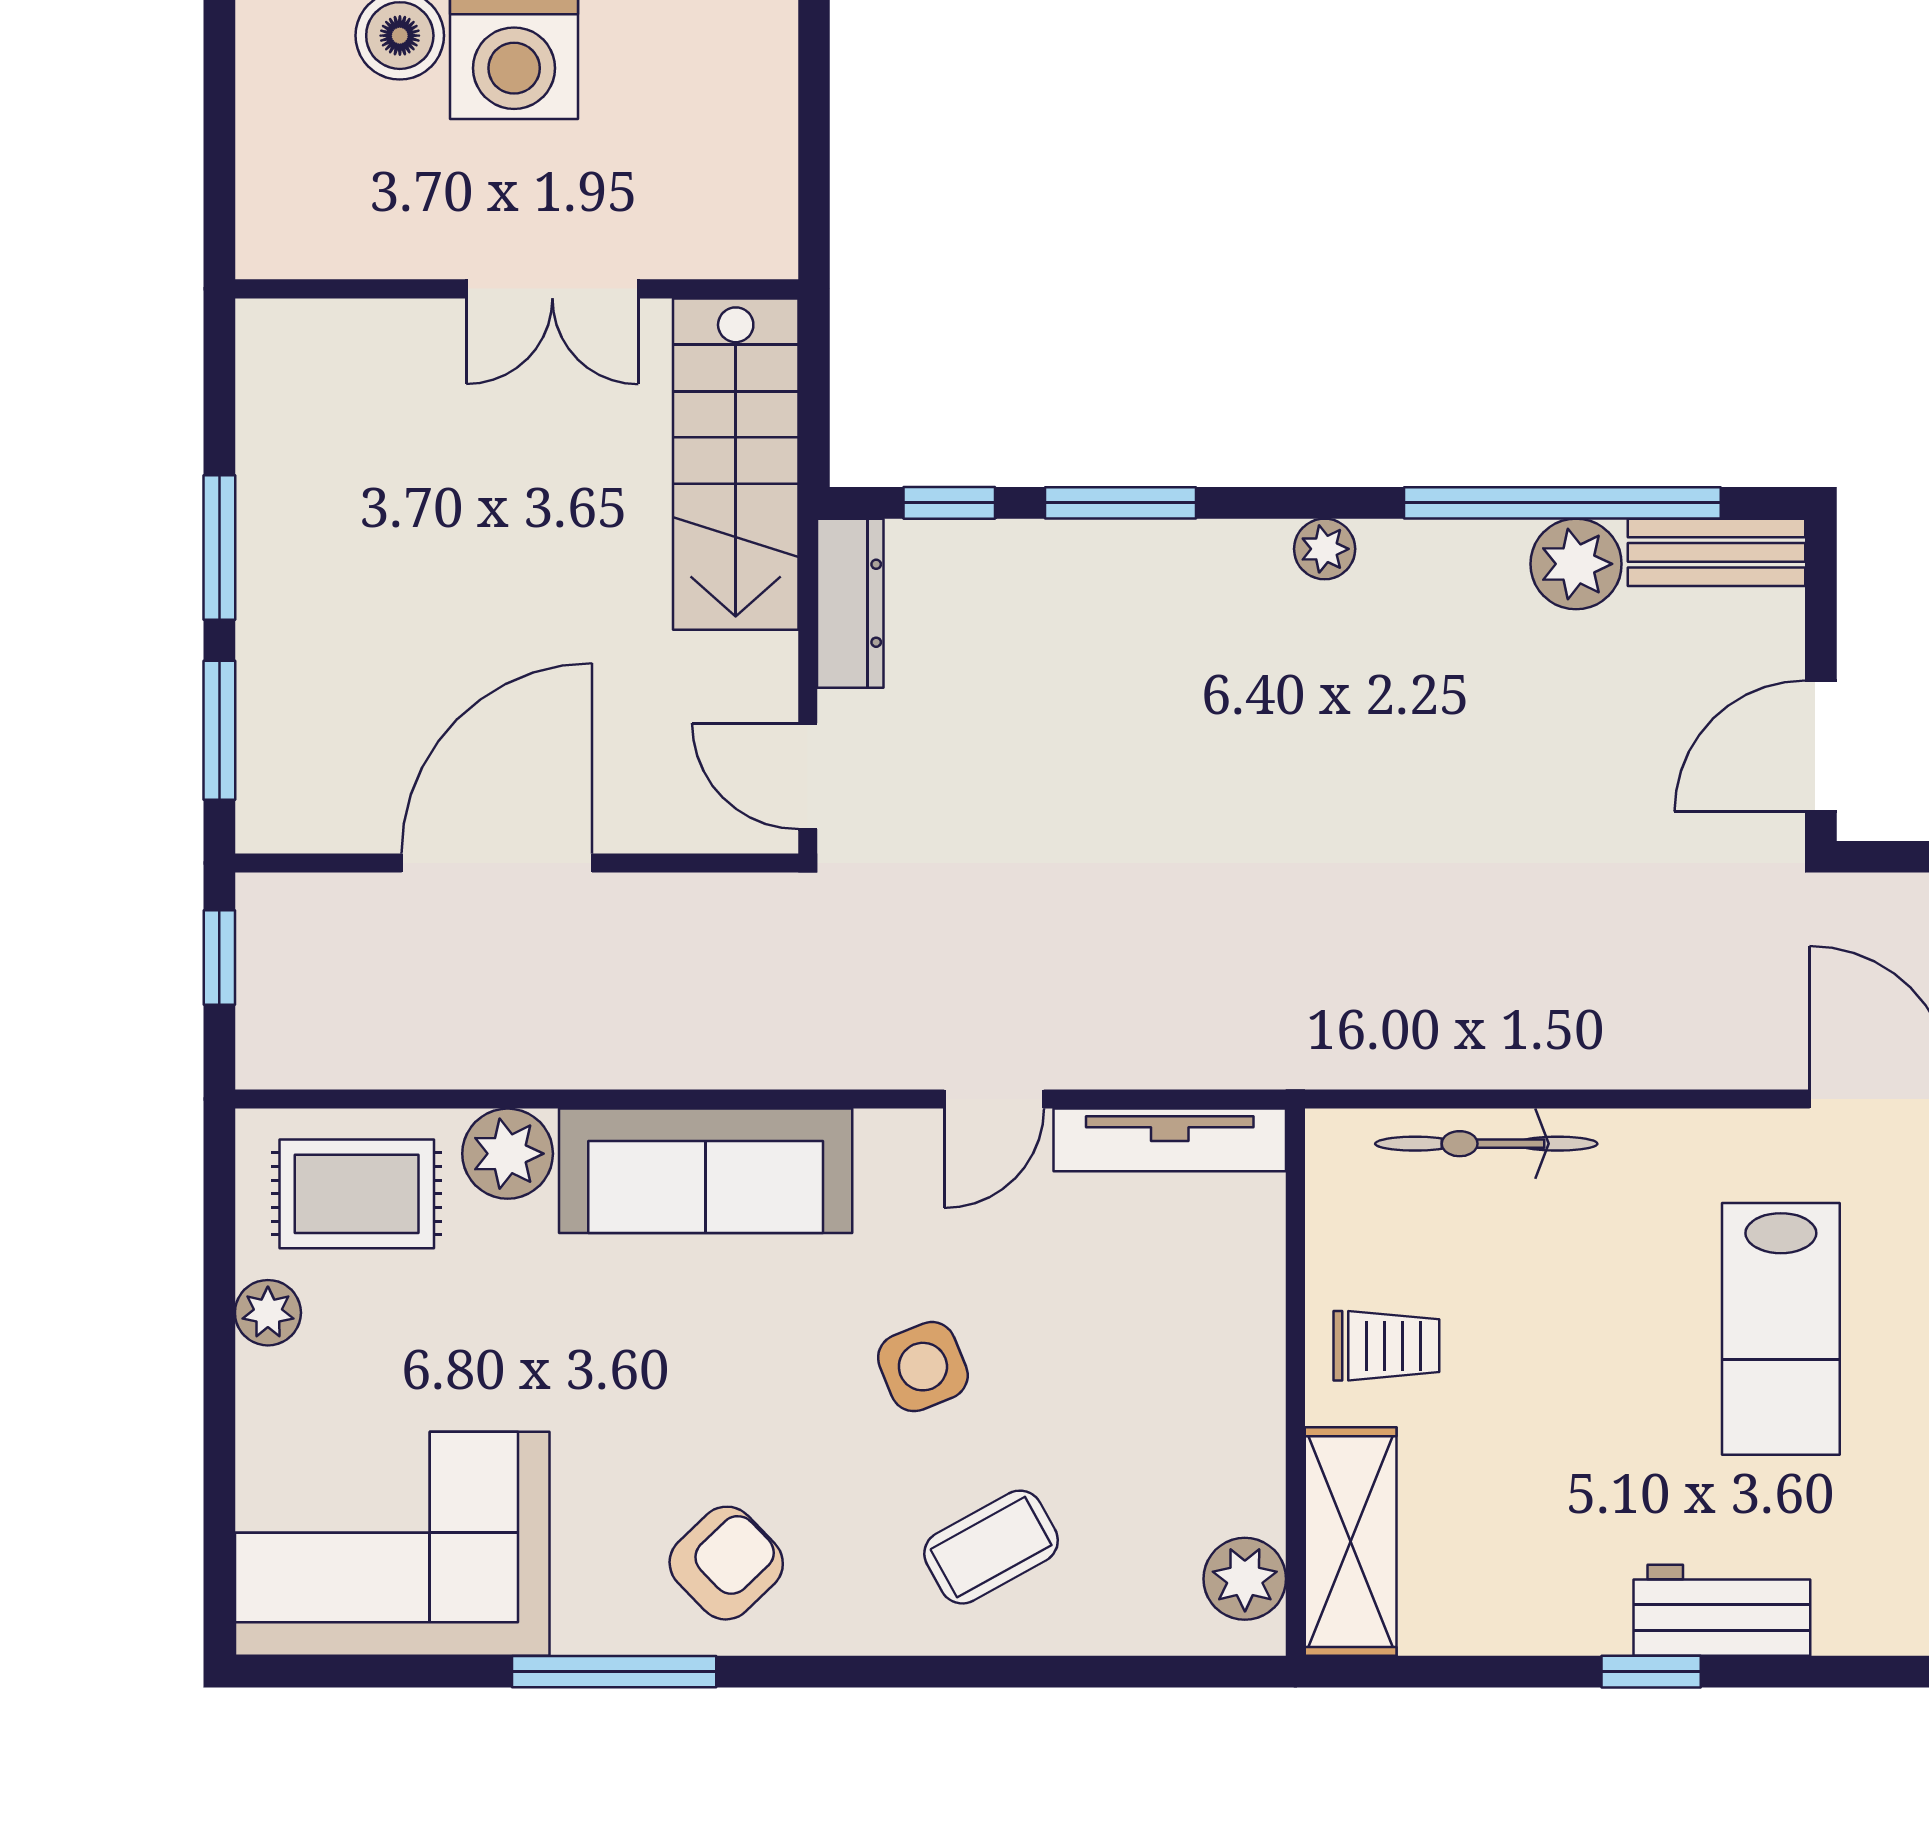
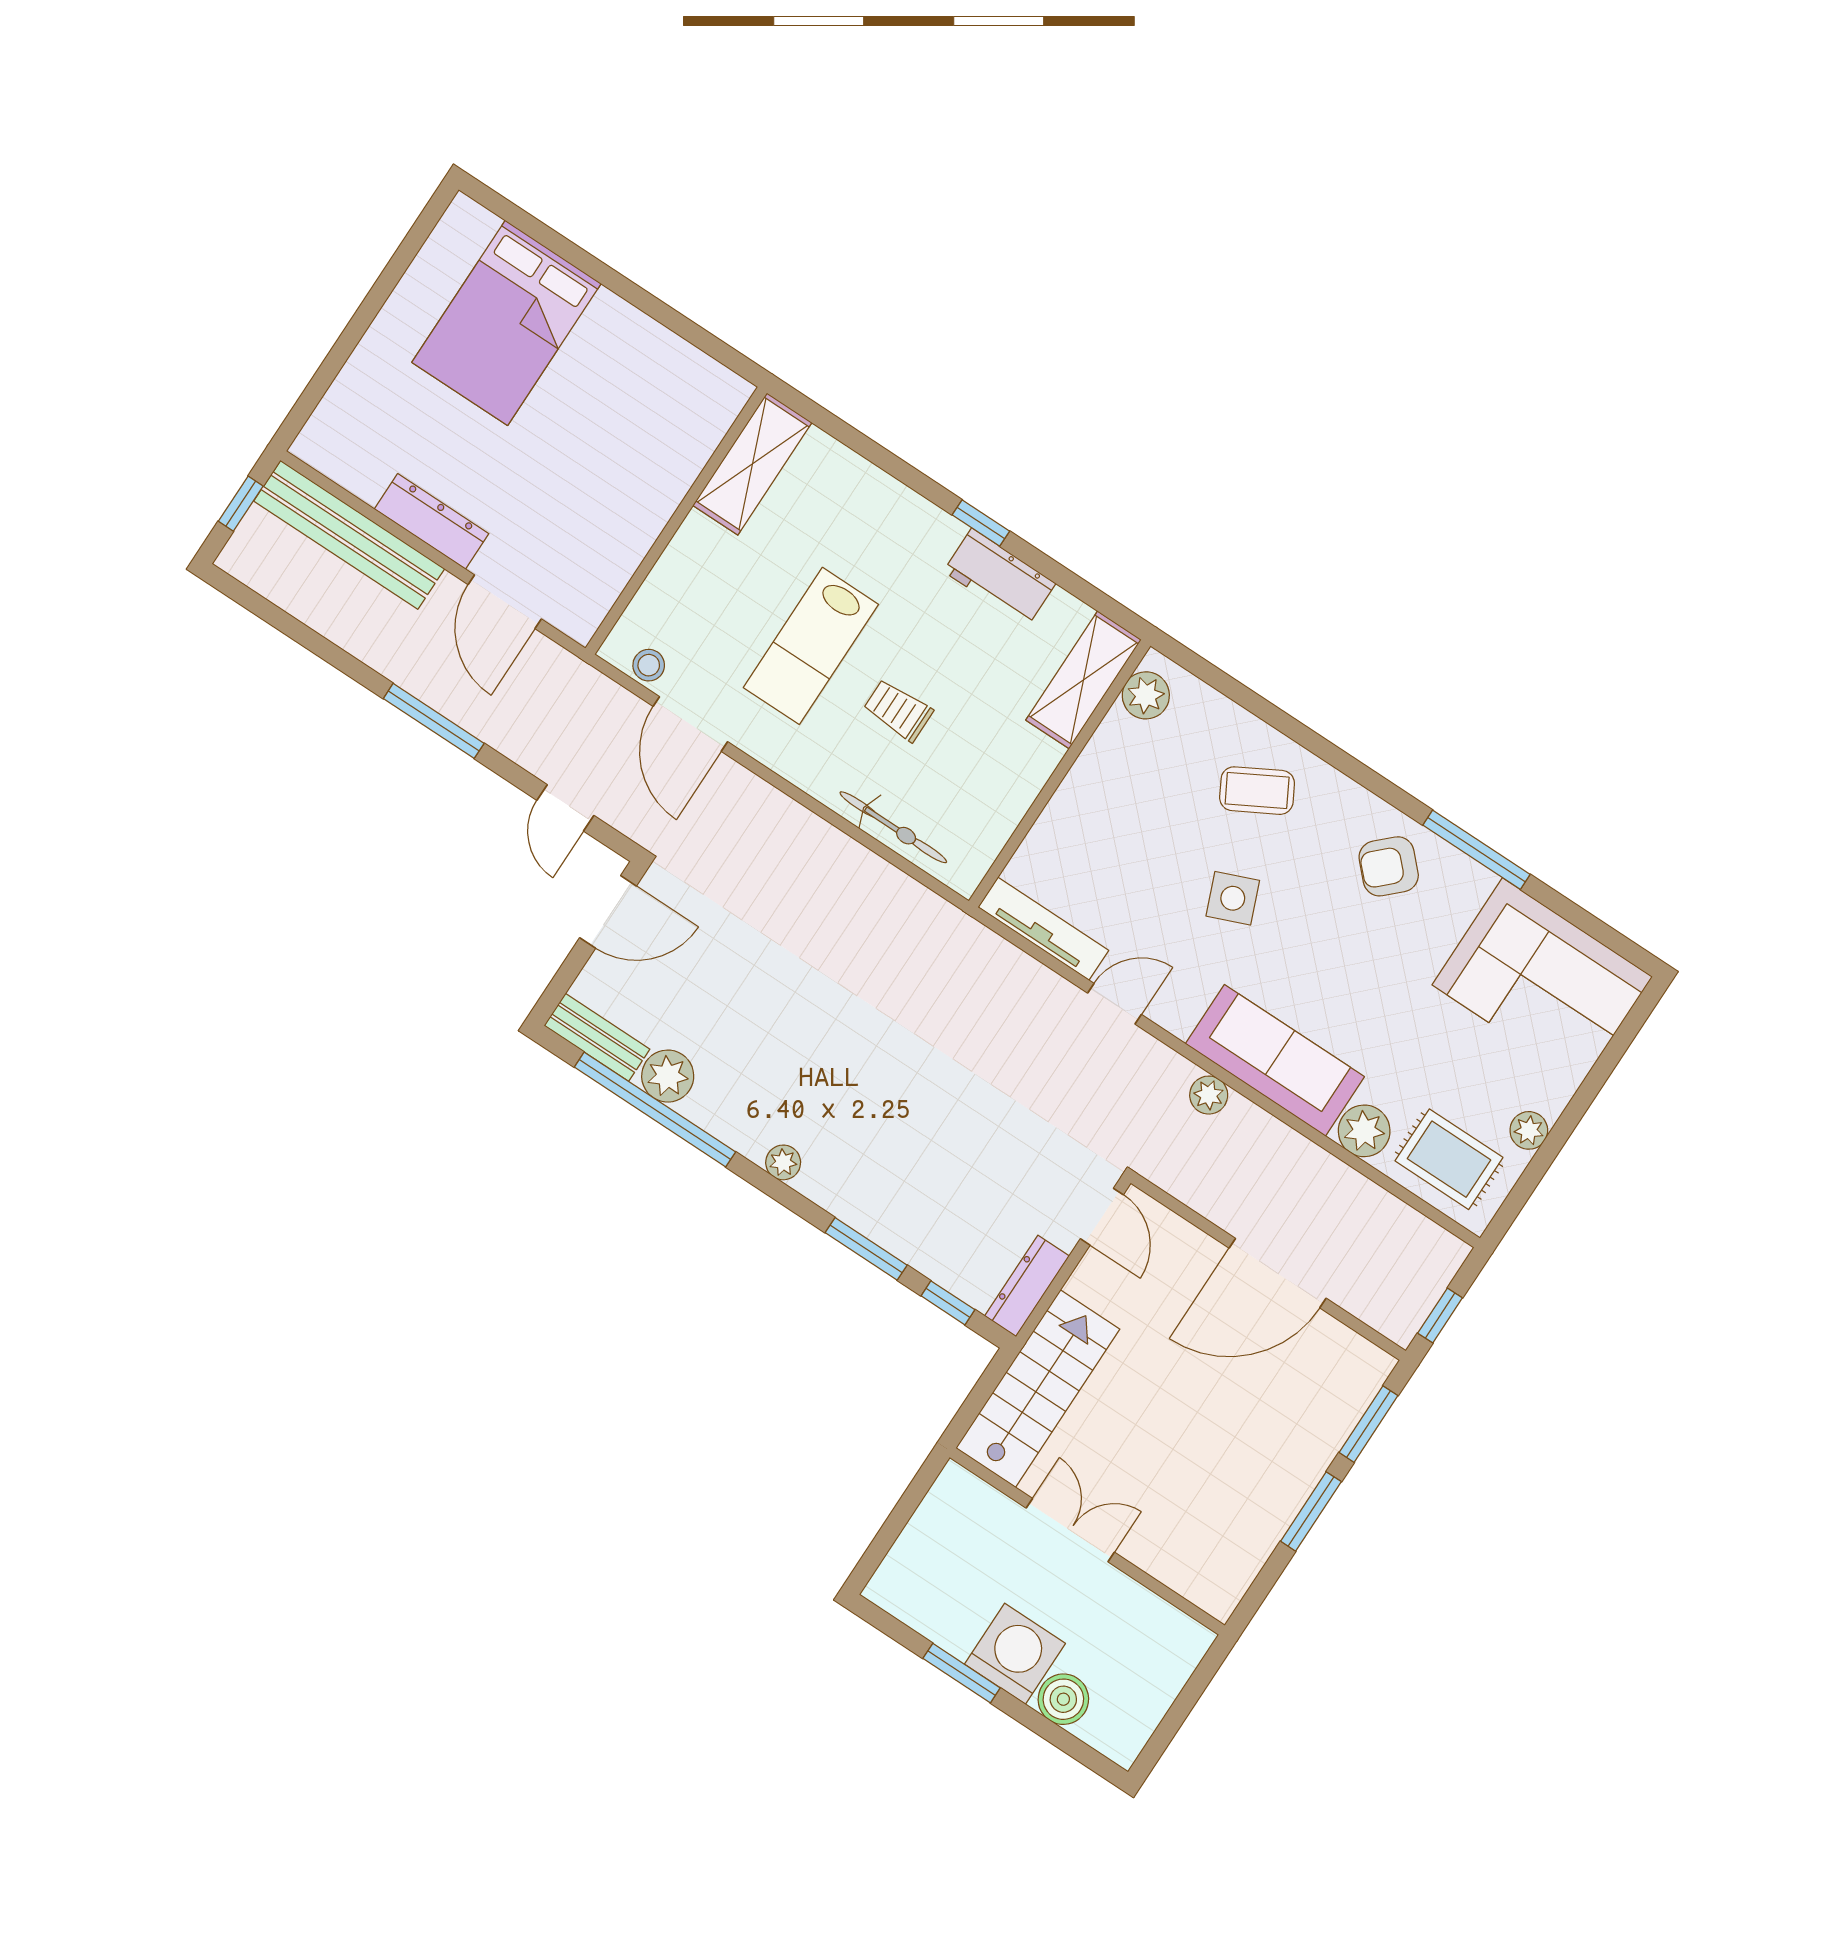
plant: (769, 1056) -> (1209, 1095), added
lab bench: (1781, 1329) -> (811, 646), turned 180
trolley: (1386, 1346) -> (898, 710), moved
workbench: (1722, 1610) -> (1000, 577), moved

